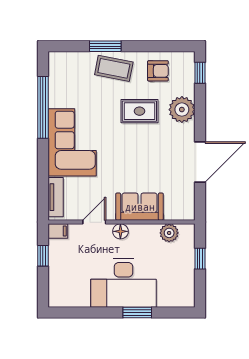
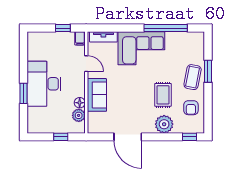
floor lamp: (120, 231) -> (80, 103), moved

